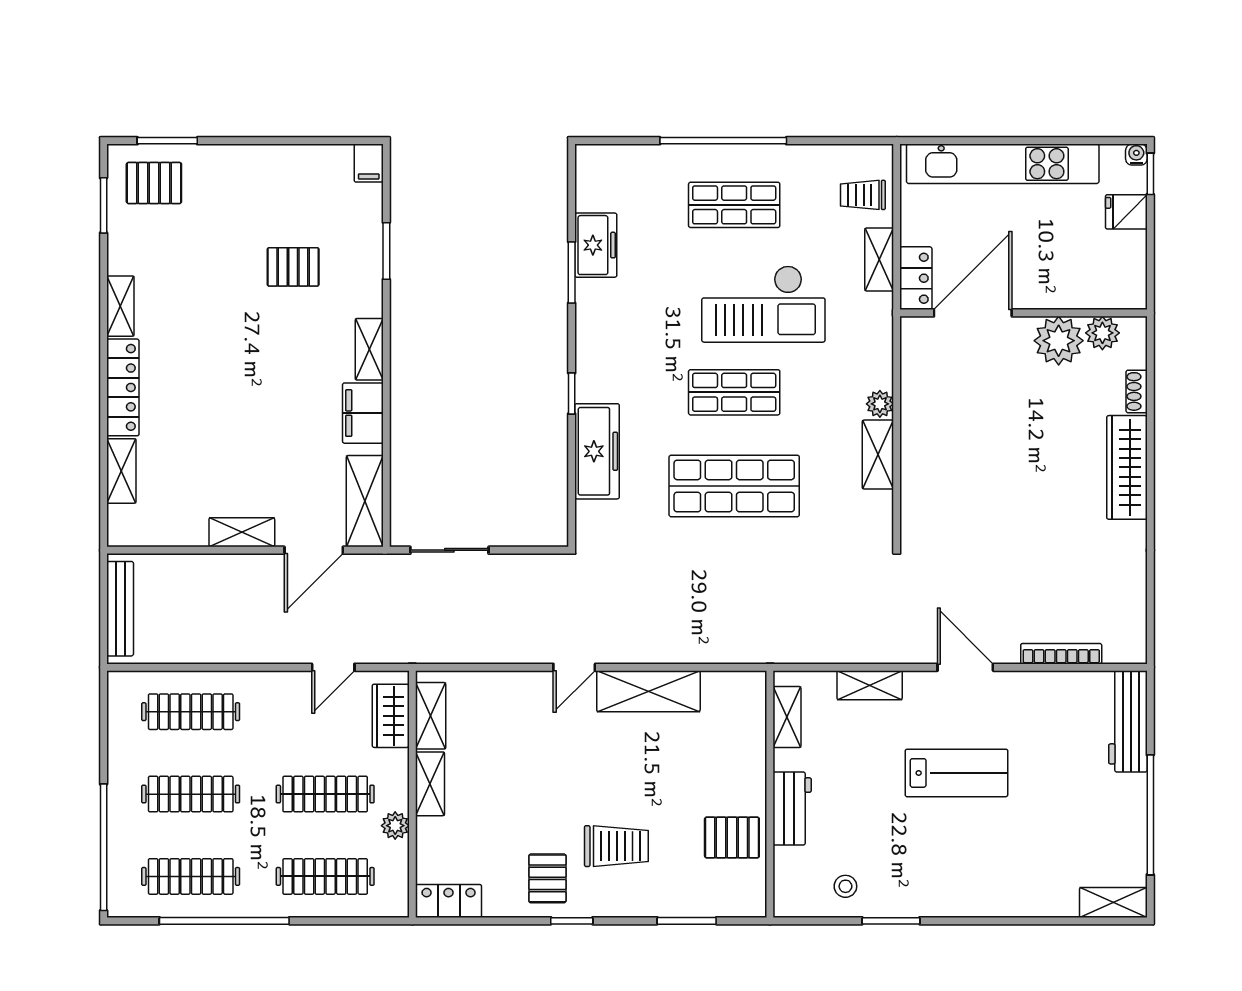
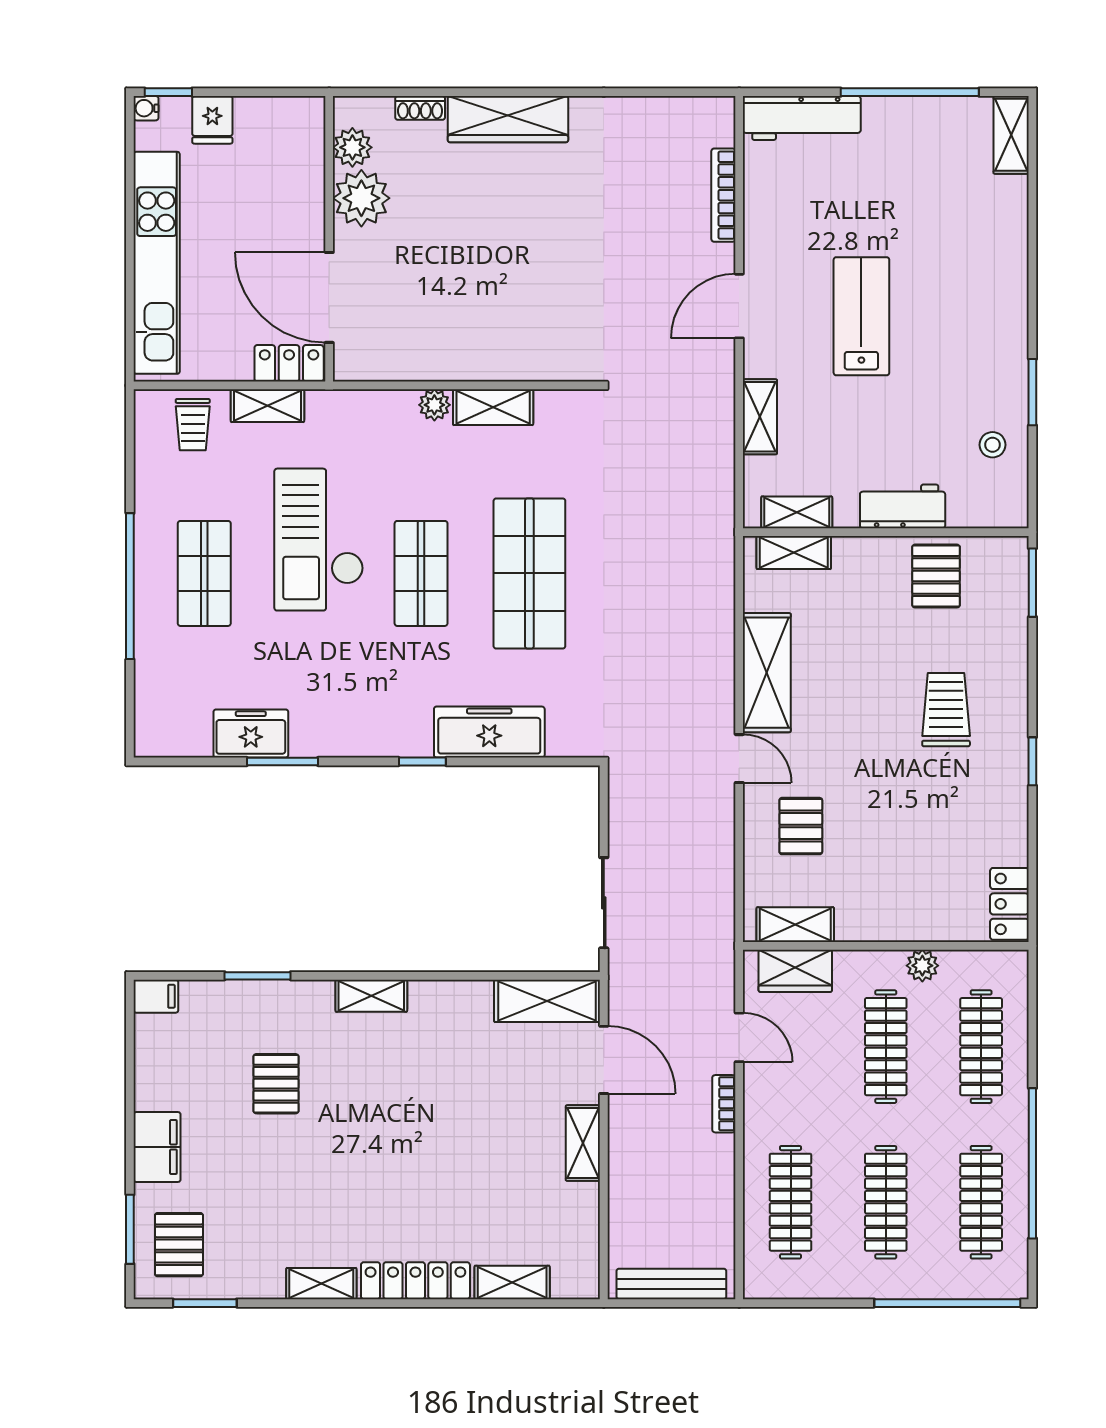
checkout: (763, 304) -> (319, 540), turned 180
filing cabinet: (363, 413) -> (157, 1147), moved, turned -90
bookcase: (276, 654) -> (724, 1104), added
shelving: (430, 784) -> (794, 553), moved
pallet: (547, 878) -> (801, 826), moved, turned 90
window: (687, 921) -> (1032, 583), moved

